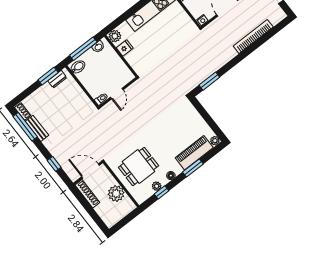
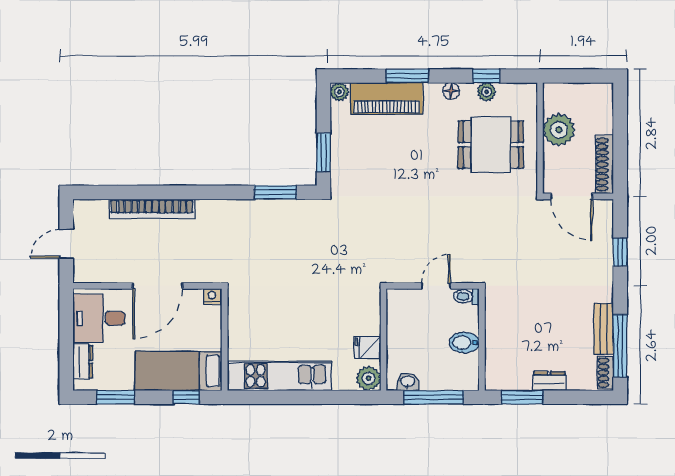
bidet: (78, 67) -> (464, 343), moved
dresser: (57, 79) -> (549, 381), moved
window: (202, 112) -> (323, 153), added

